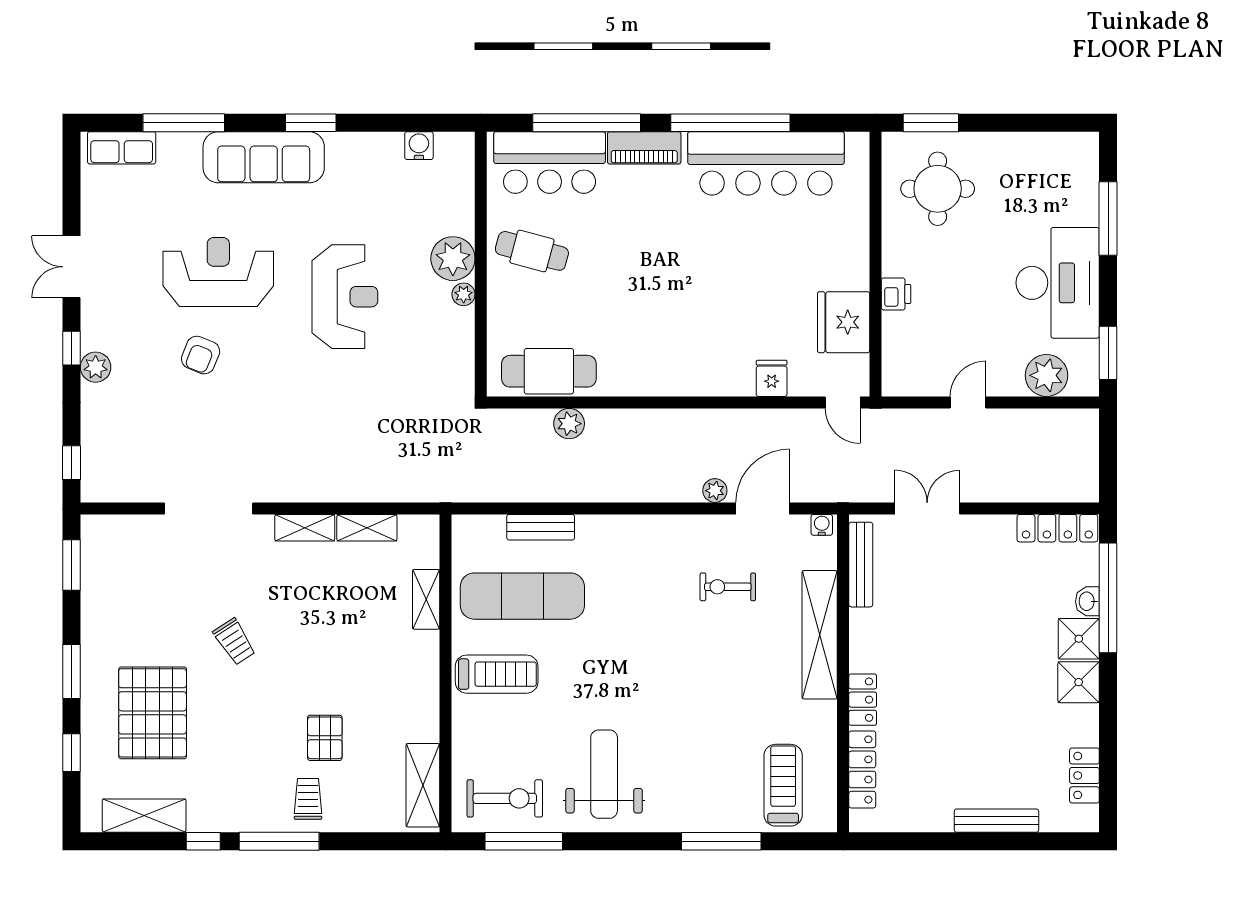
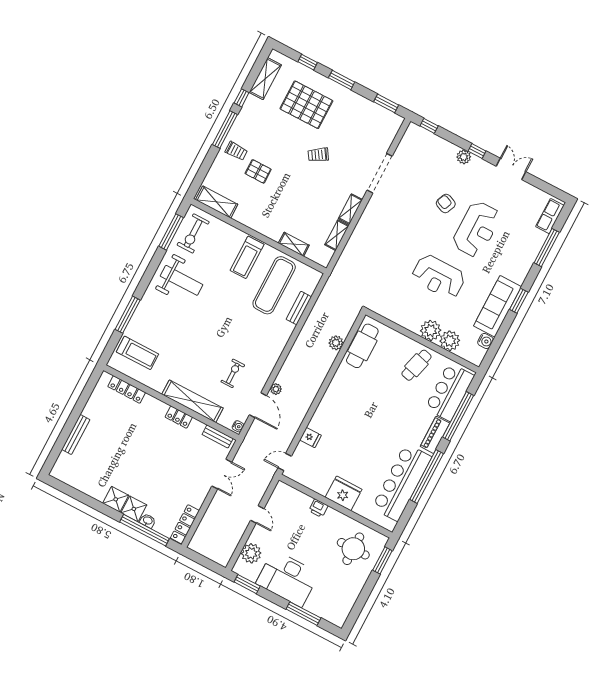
sofa: (264, 157) -> (497, 306), moved
plant: (464, 294) -> (450, 341), moved, width x1.88, depth x1.88
fridge: (844, 322) -> (344, 493), moved
bench: (861, 565) -> (218, 436), width x0.73
locker: (863, 700) -> (179, 417), moved
locker: (1084, 775) -> (75, 481), removed

